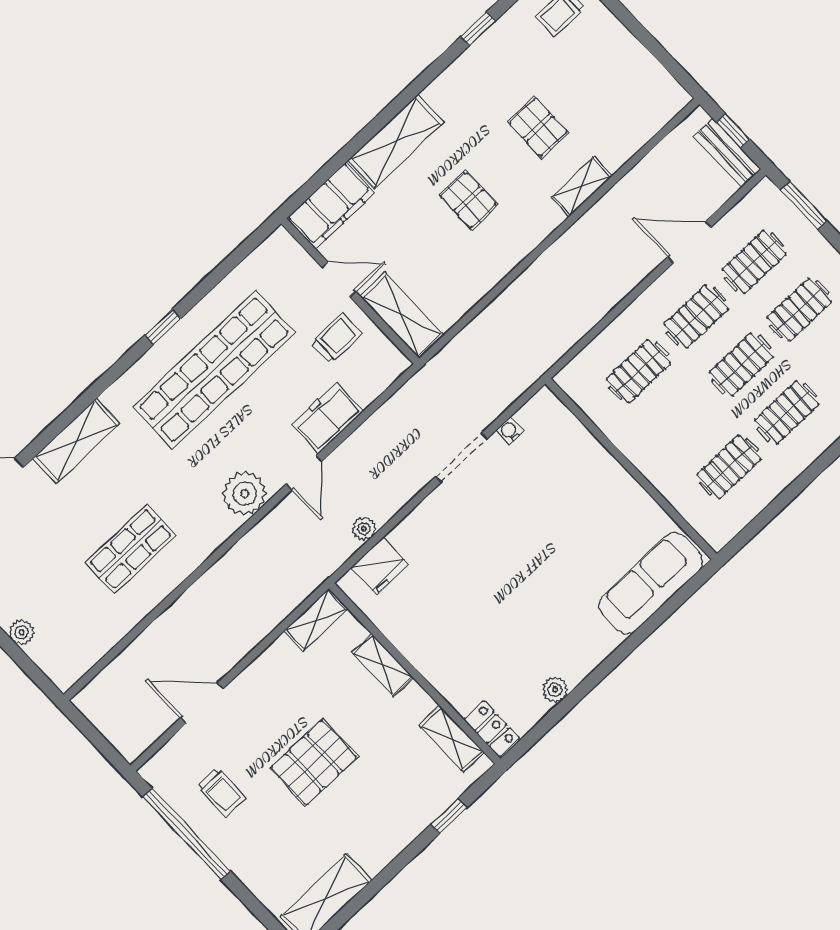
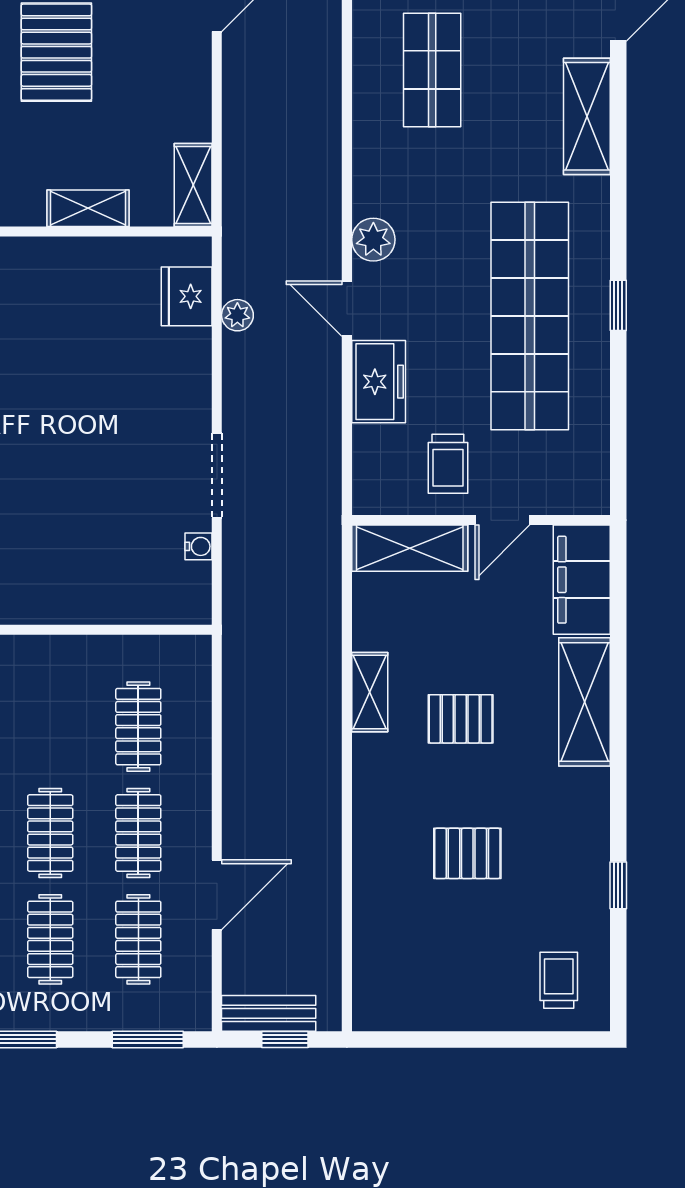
shelving: (582, 187) -> (370, 692), moved
plant: (245, 493) -> (373, 240), width x0.73, depth x0.73

